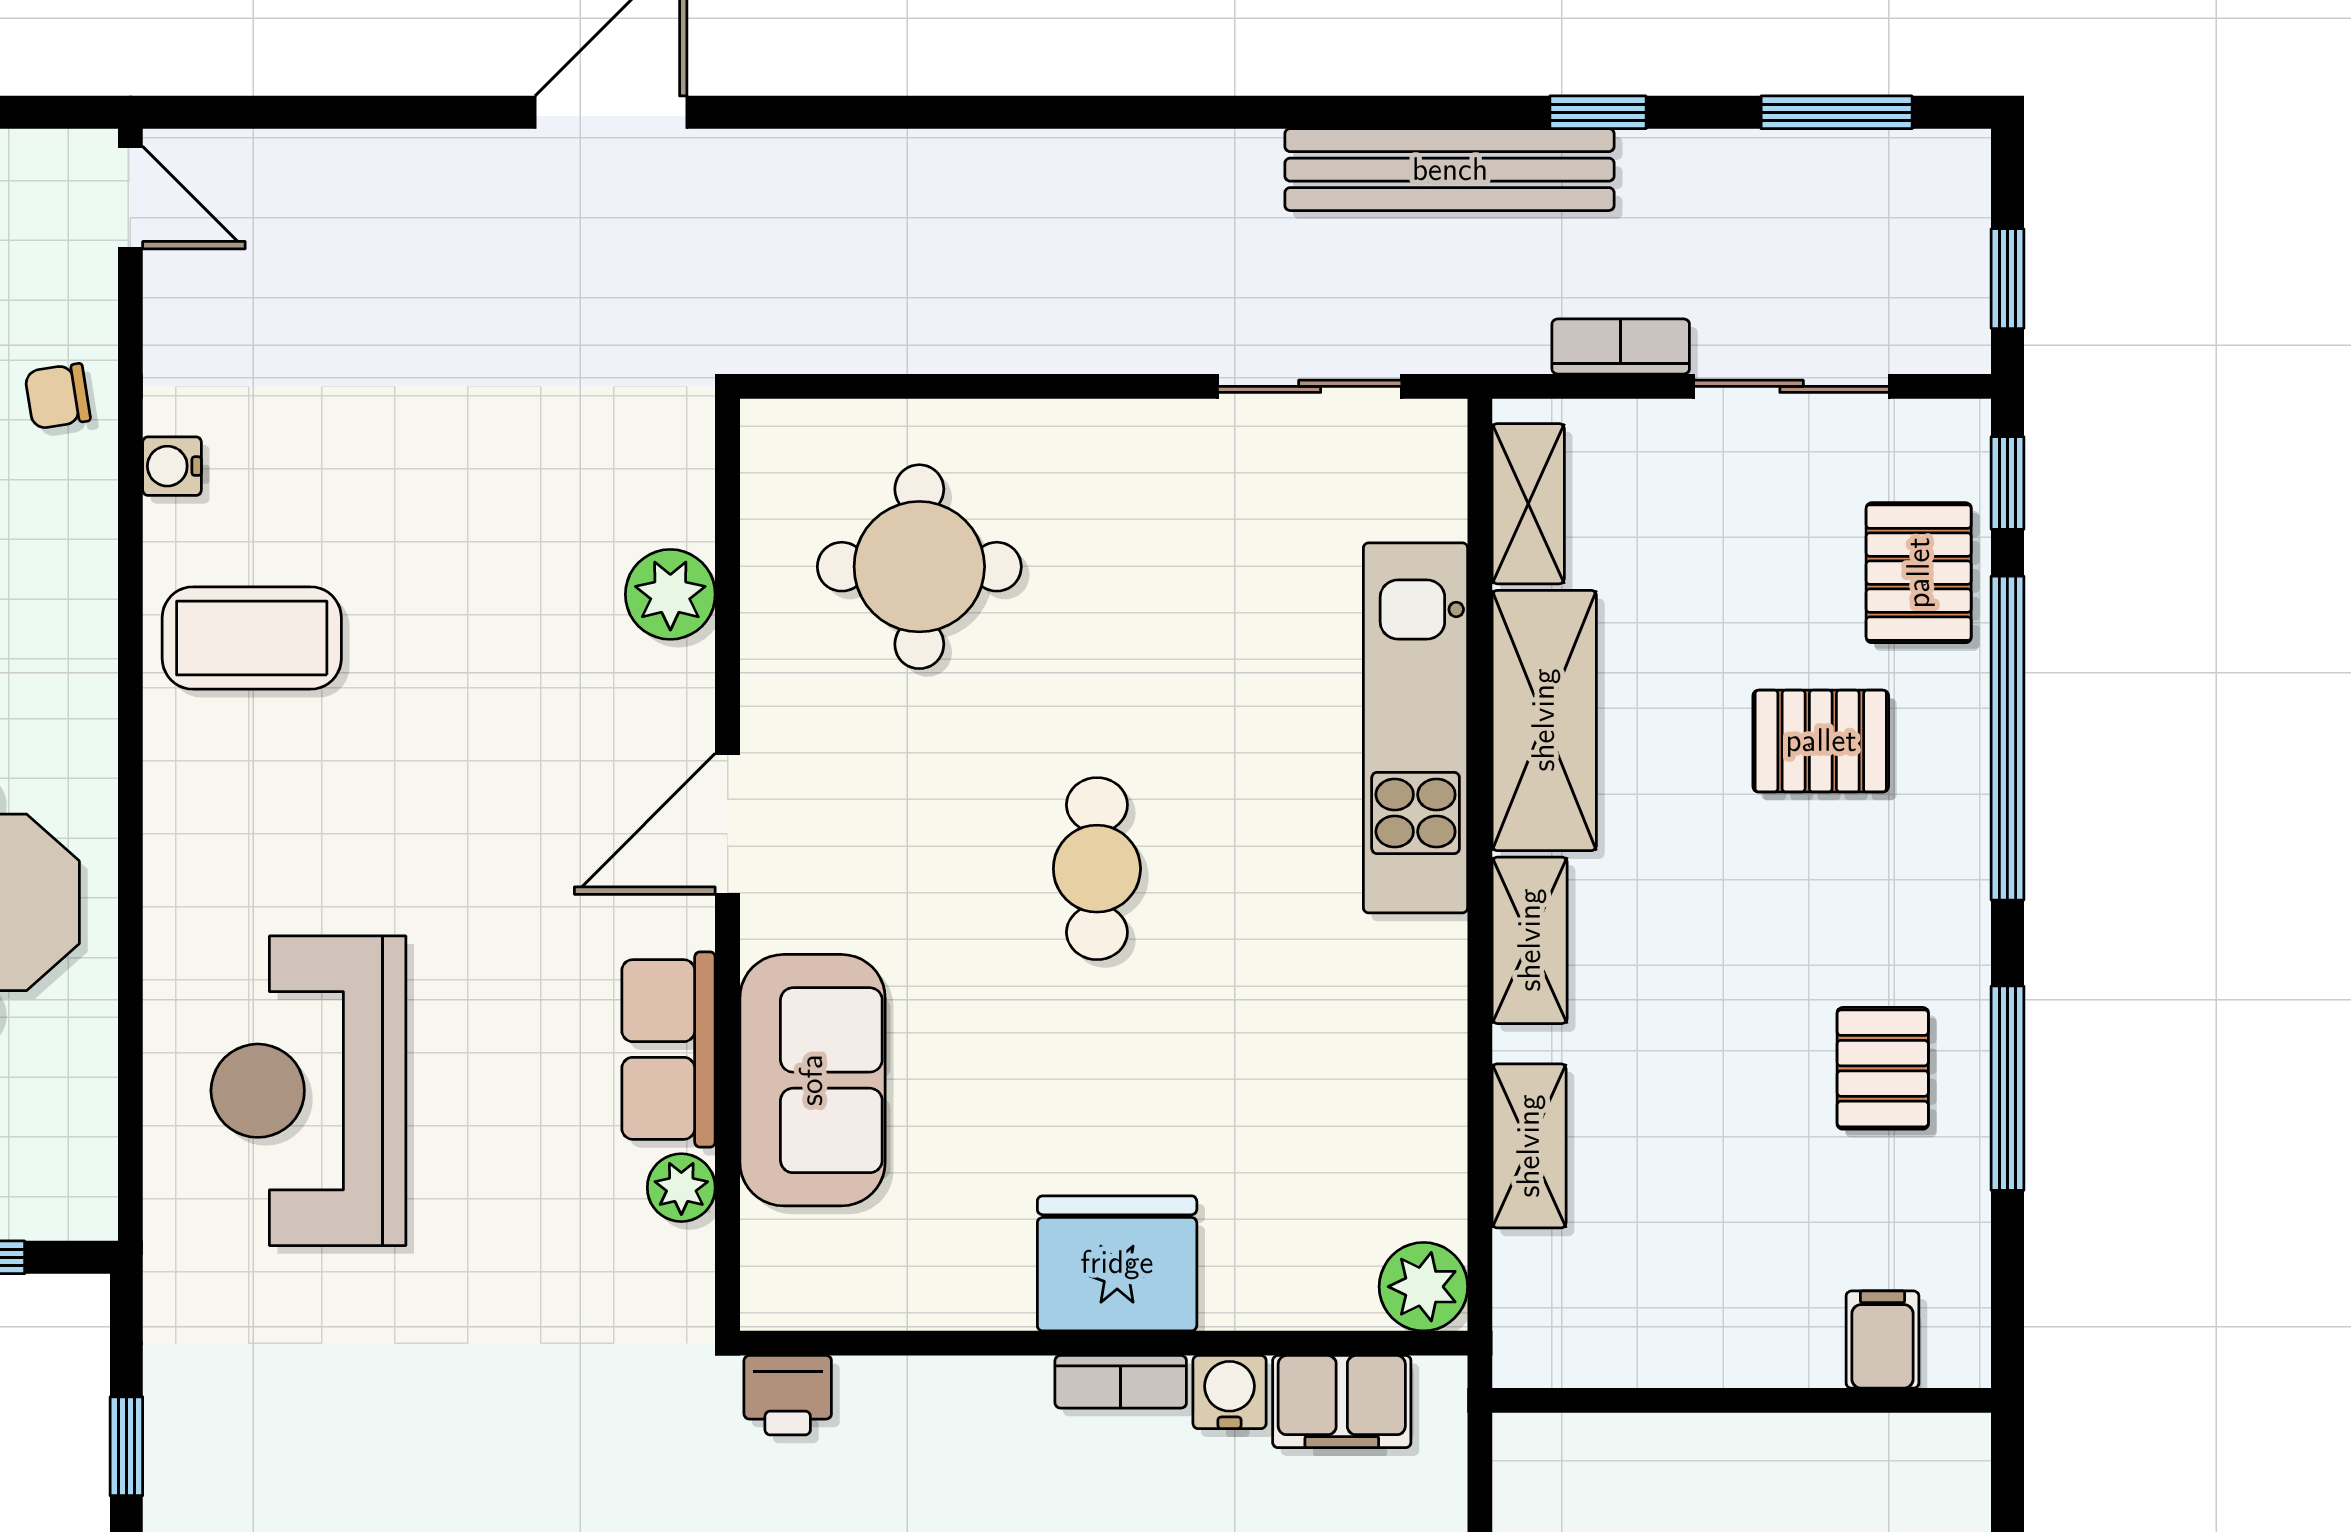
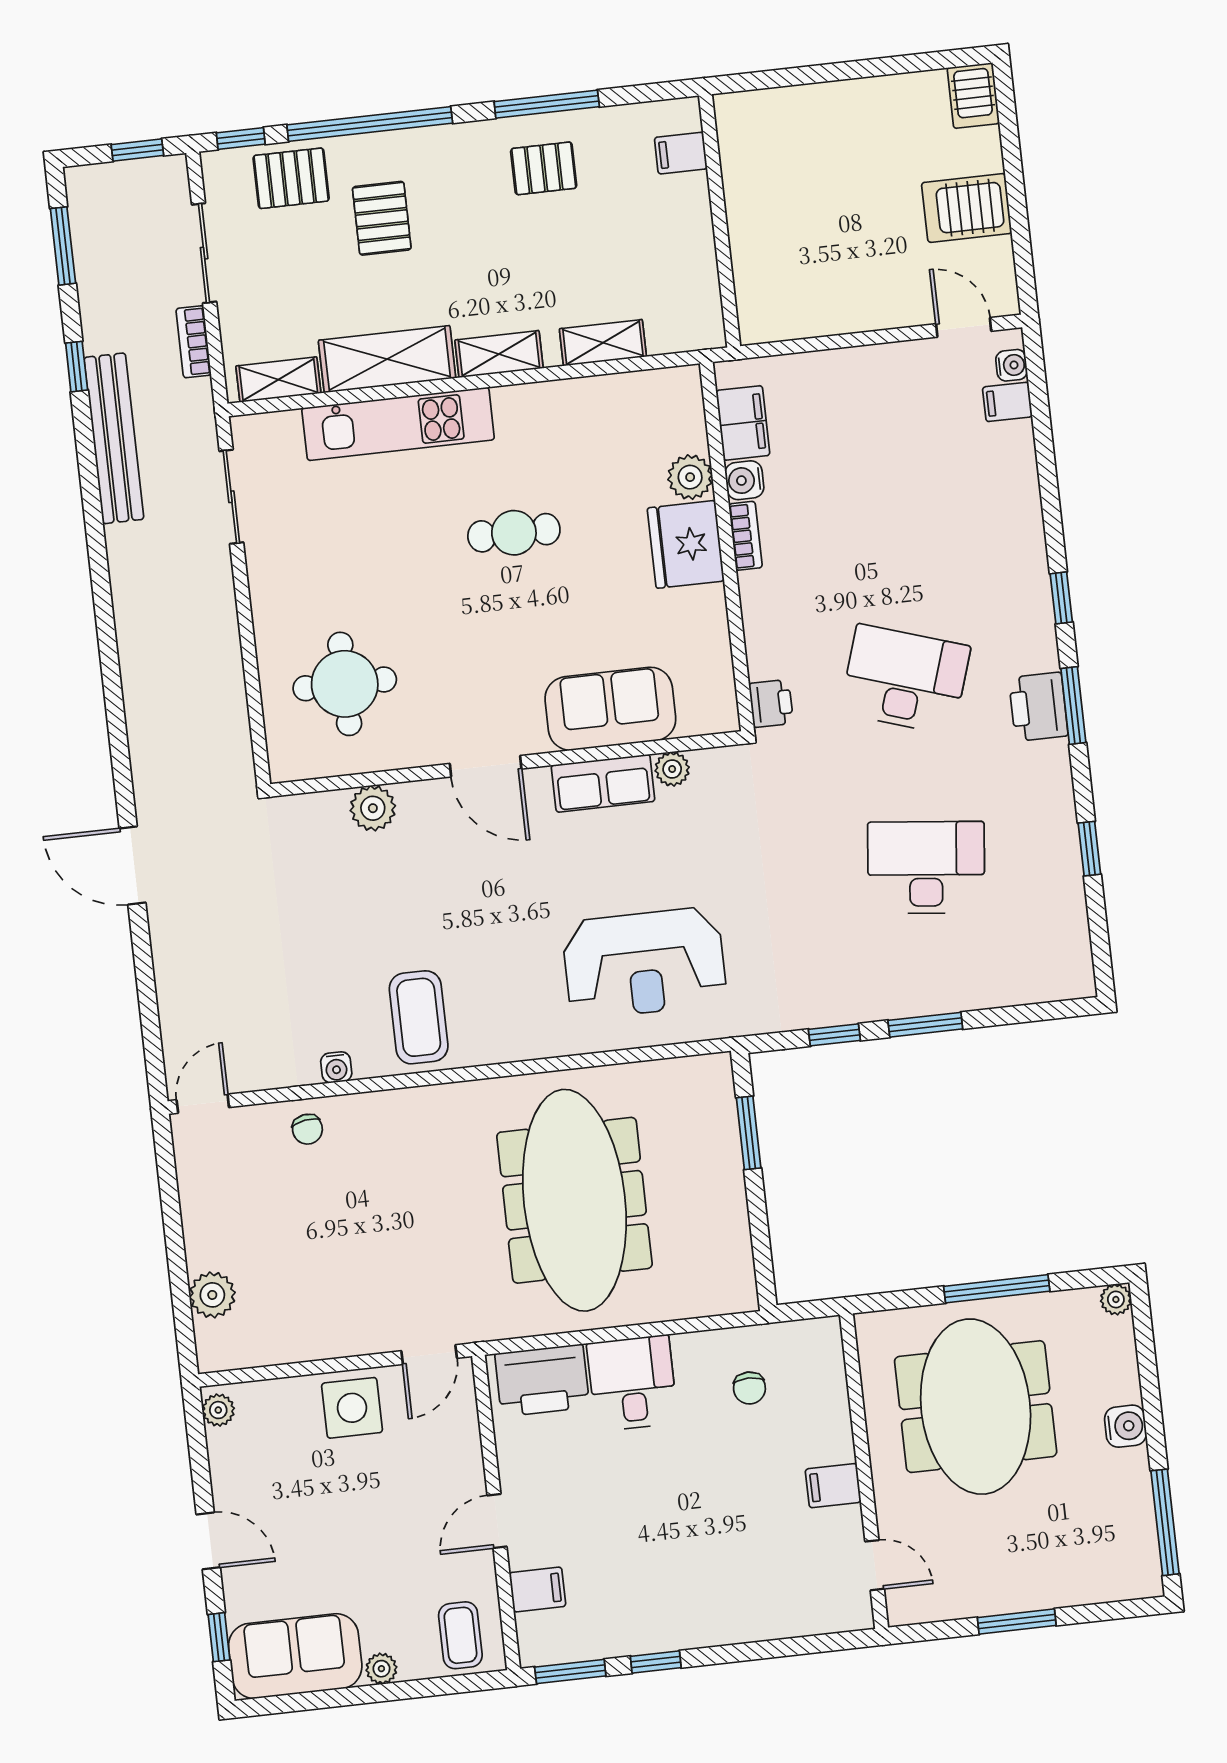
cafe table: (1097, 869) -> (514, 533), moved
plant: (1423, 1287) -> (690, 477), moved

